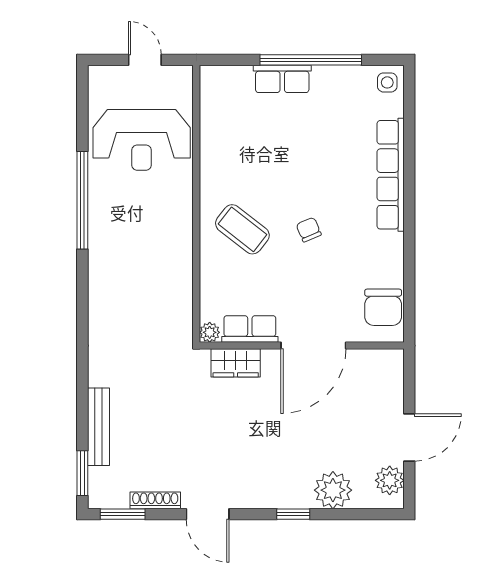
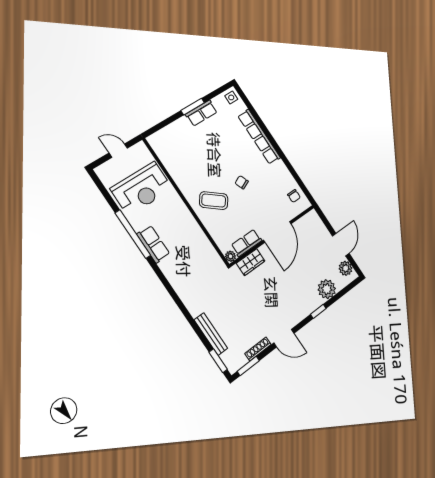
window: (311, 60) -> (193, 107), width x0.47
row of seats: (282, 79) -> (201, 113), moved
row of seats: (103, 235) -> (153, 244), added
chair: (383, 307) -> (294, 196), width x0.54, depth x0.54

